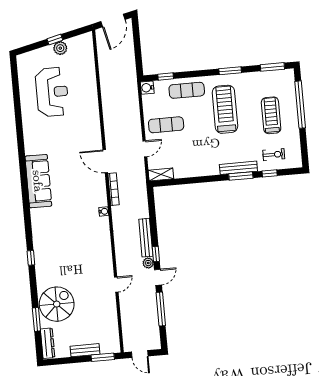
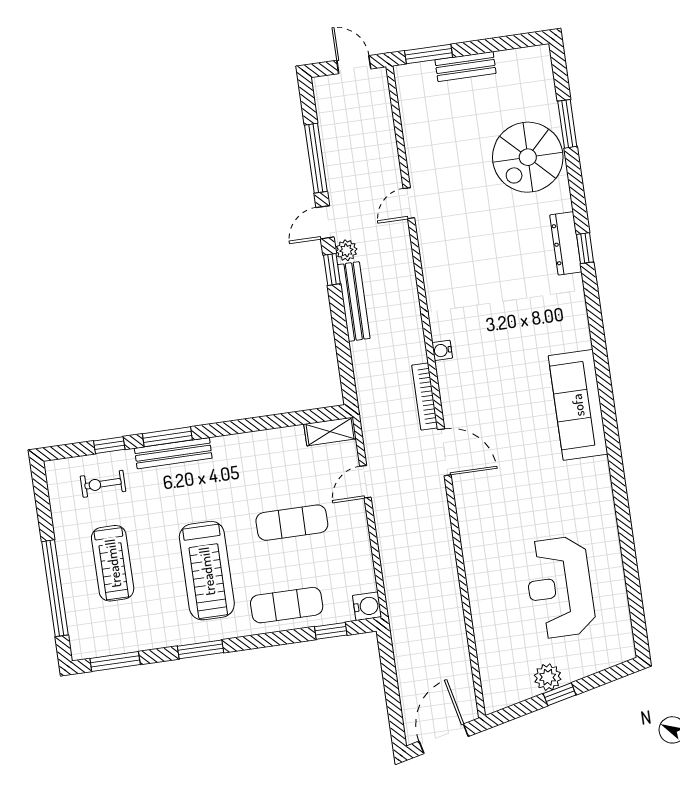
exercise mat: (166, 125) -> (292, 523), moved
dresser: (48, 343) -> (566, 243), moved

